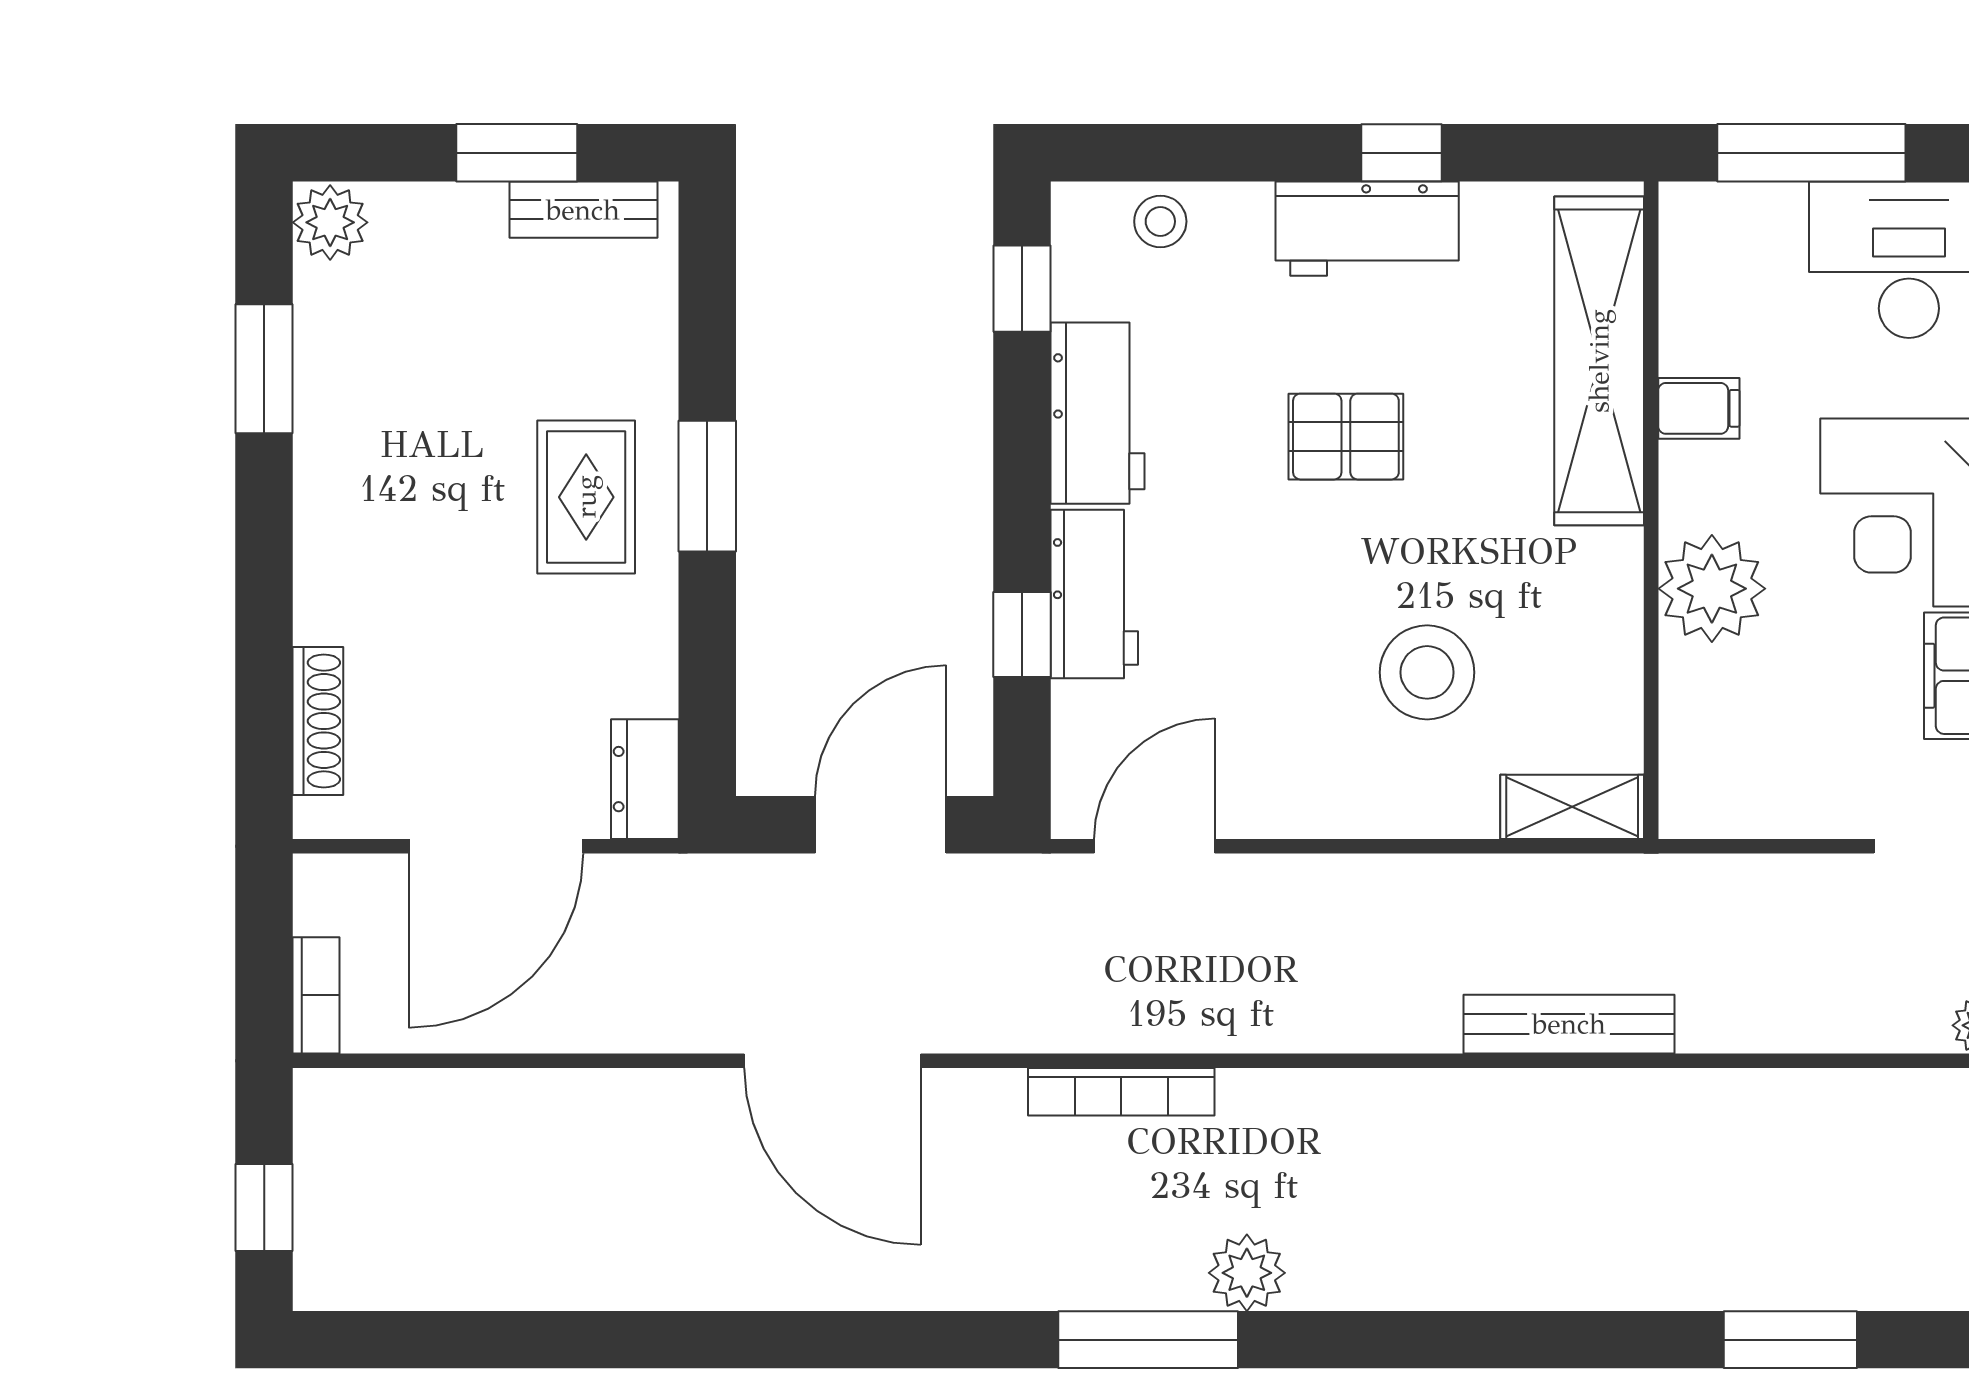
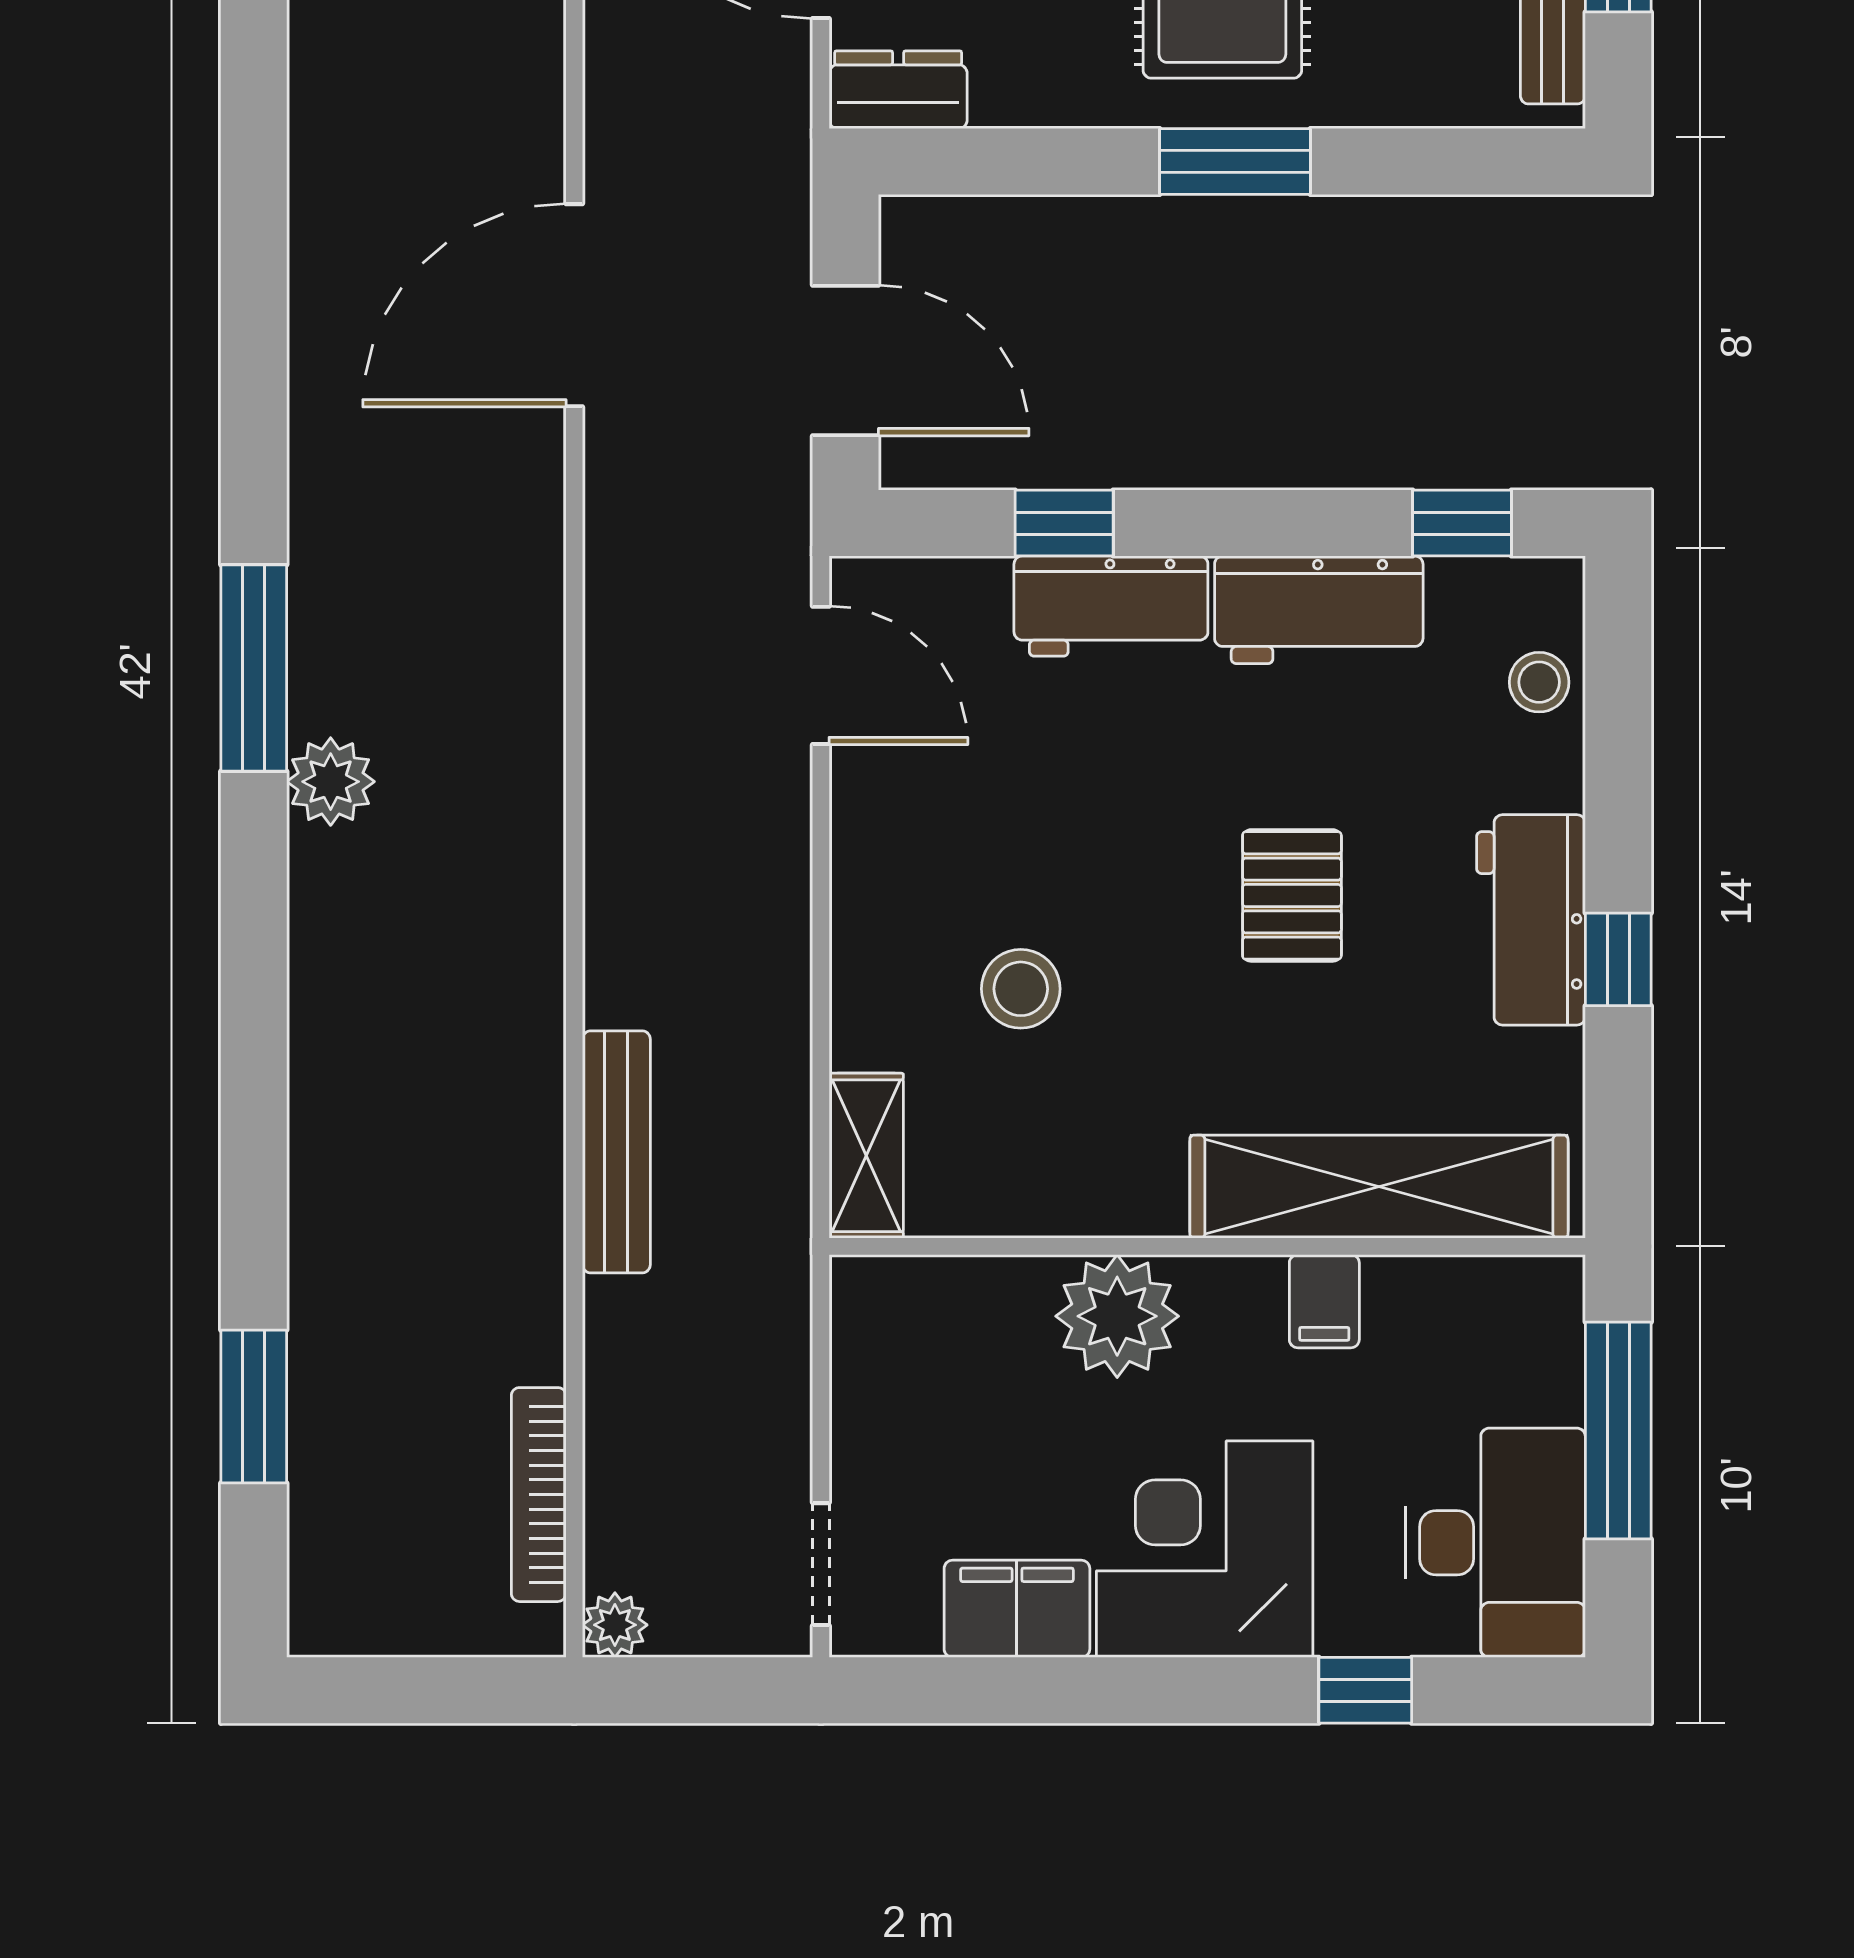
stool: (1427, 672) -> (1021, 989), width x0.73, depth x0.73
bookcase: (1121, 1092) -> (539, 1495), moved

